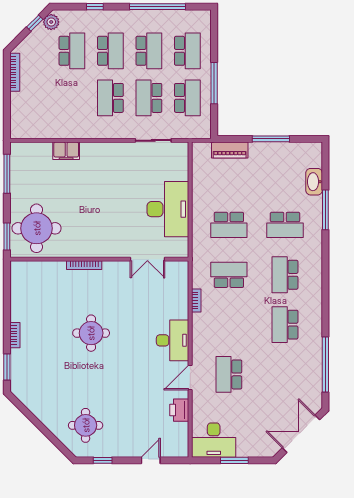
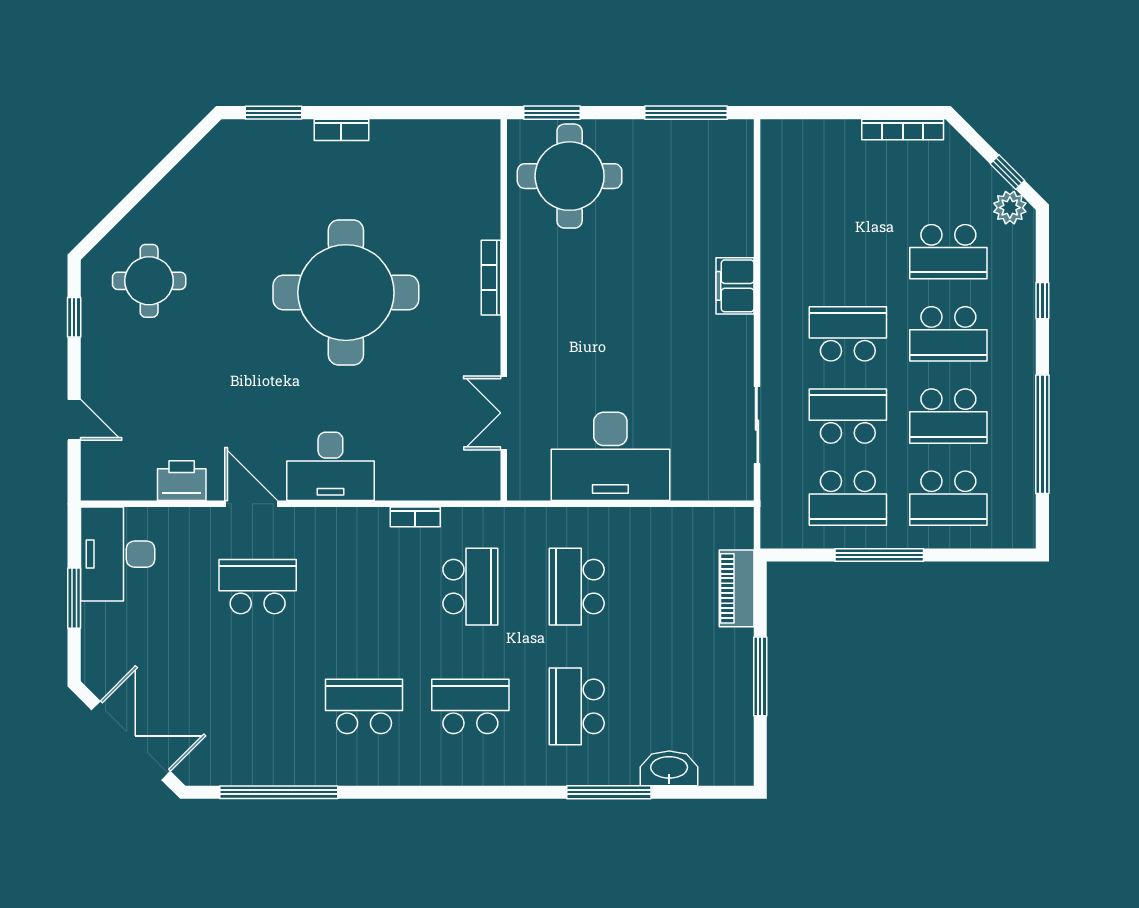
filing cabinet: (66, 151) -> (735, 286), moved
round table: (91, 333) -> (346, 293), width x1.86, depth x1.86

